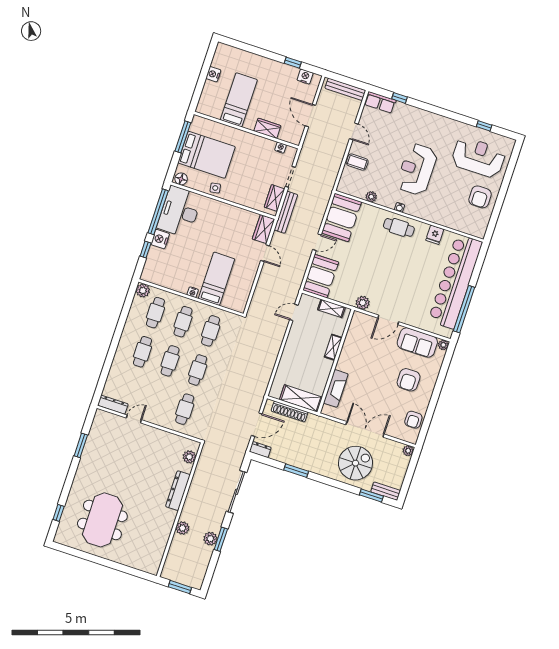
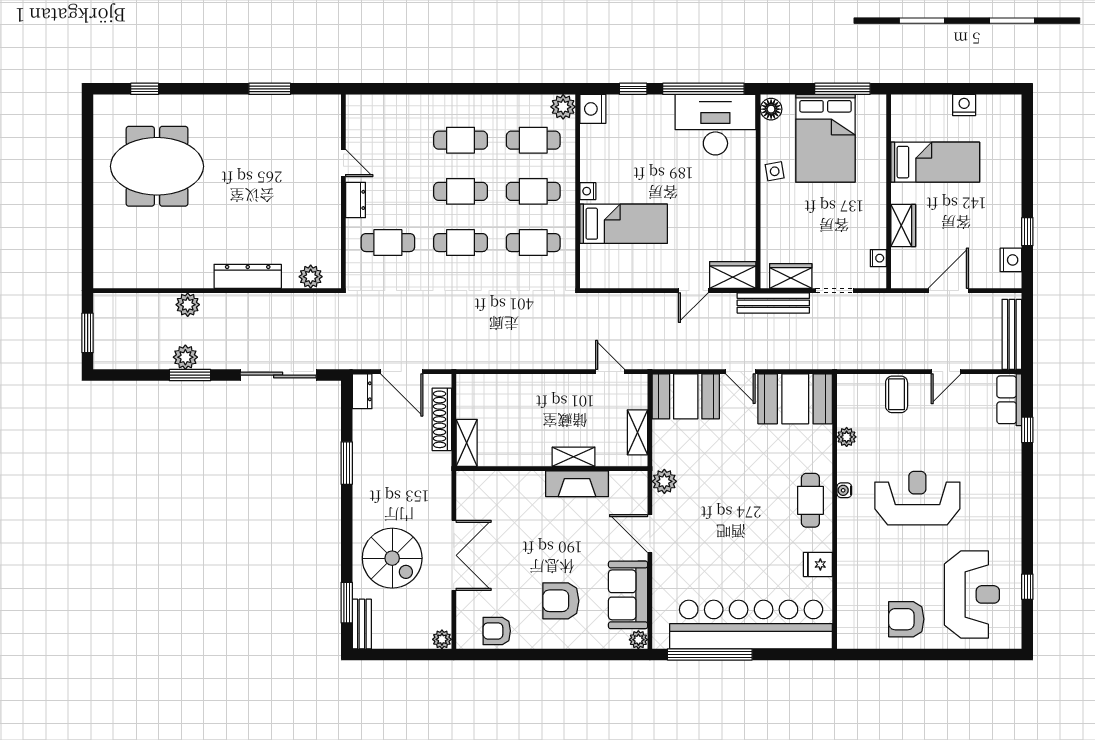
nightstand: (160, 239) -> (593, 109), moved, turned -90
fireplace: (336, 388) -> (577, 484), moved
shelving: (301, 398) -> (467, 443), width x0.67, depth x0.75
dresser: (113, 405) -> (356, 200), moved, width x0.70

